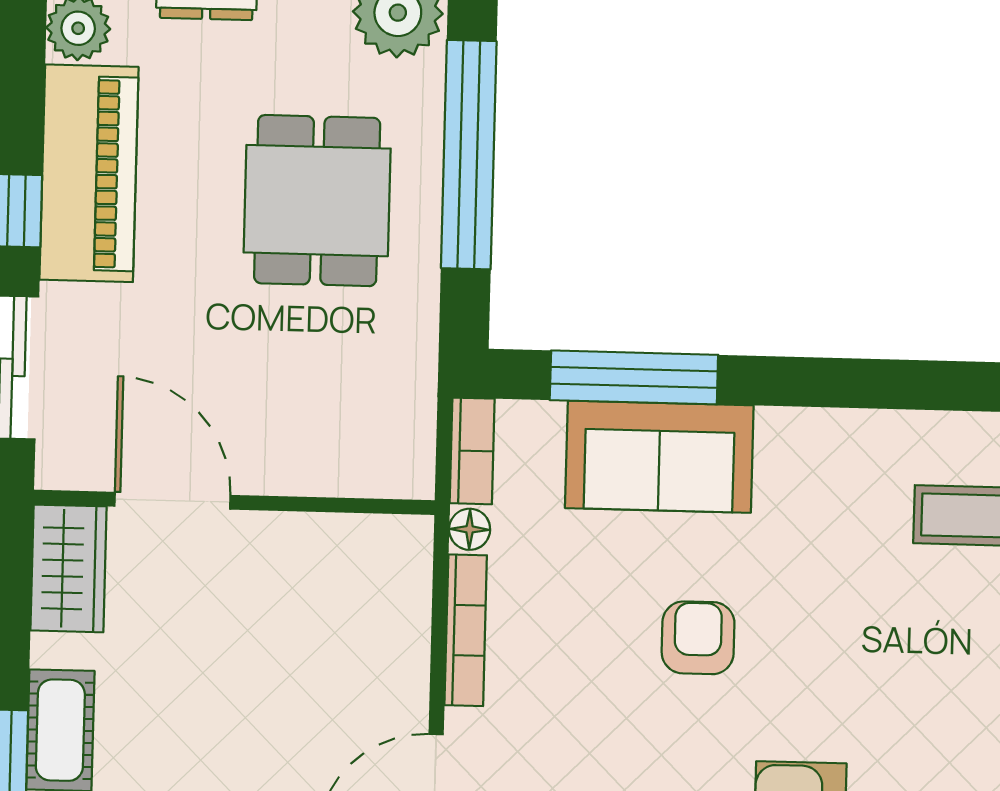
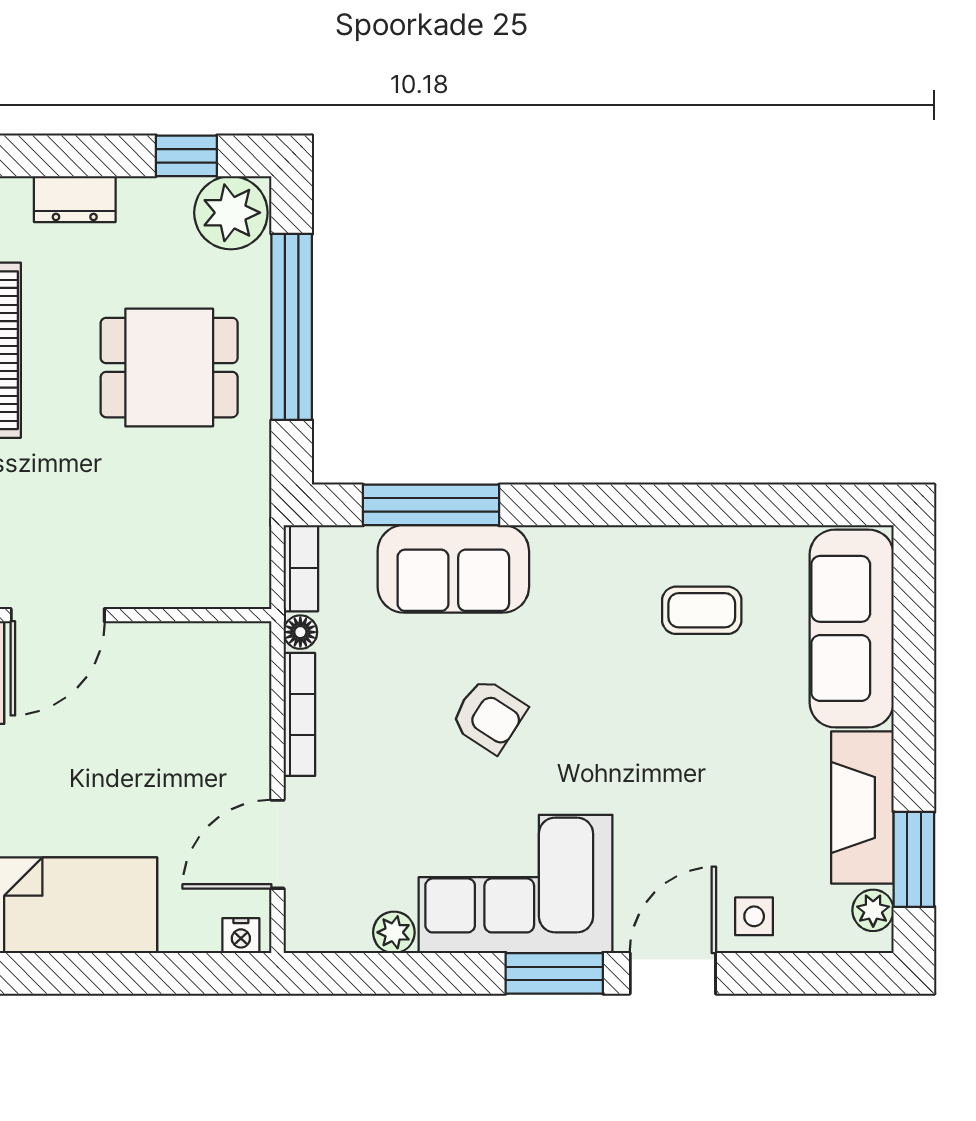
dining table: (317, 201) -> (169, 368), turned 90
door: (172, 501) -> (58, 615), swing flipped
armchair: (698, 638) -> (489, 716), turned 123

